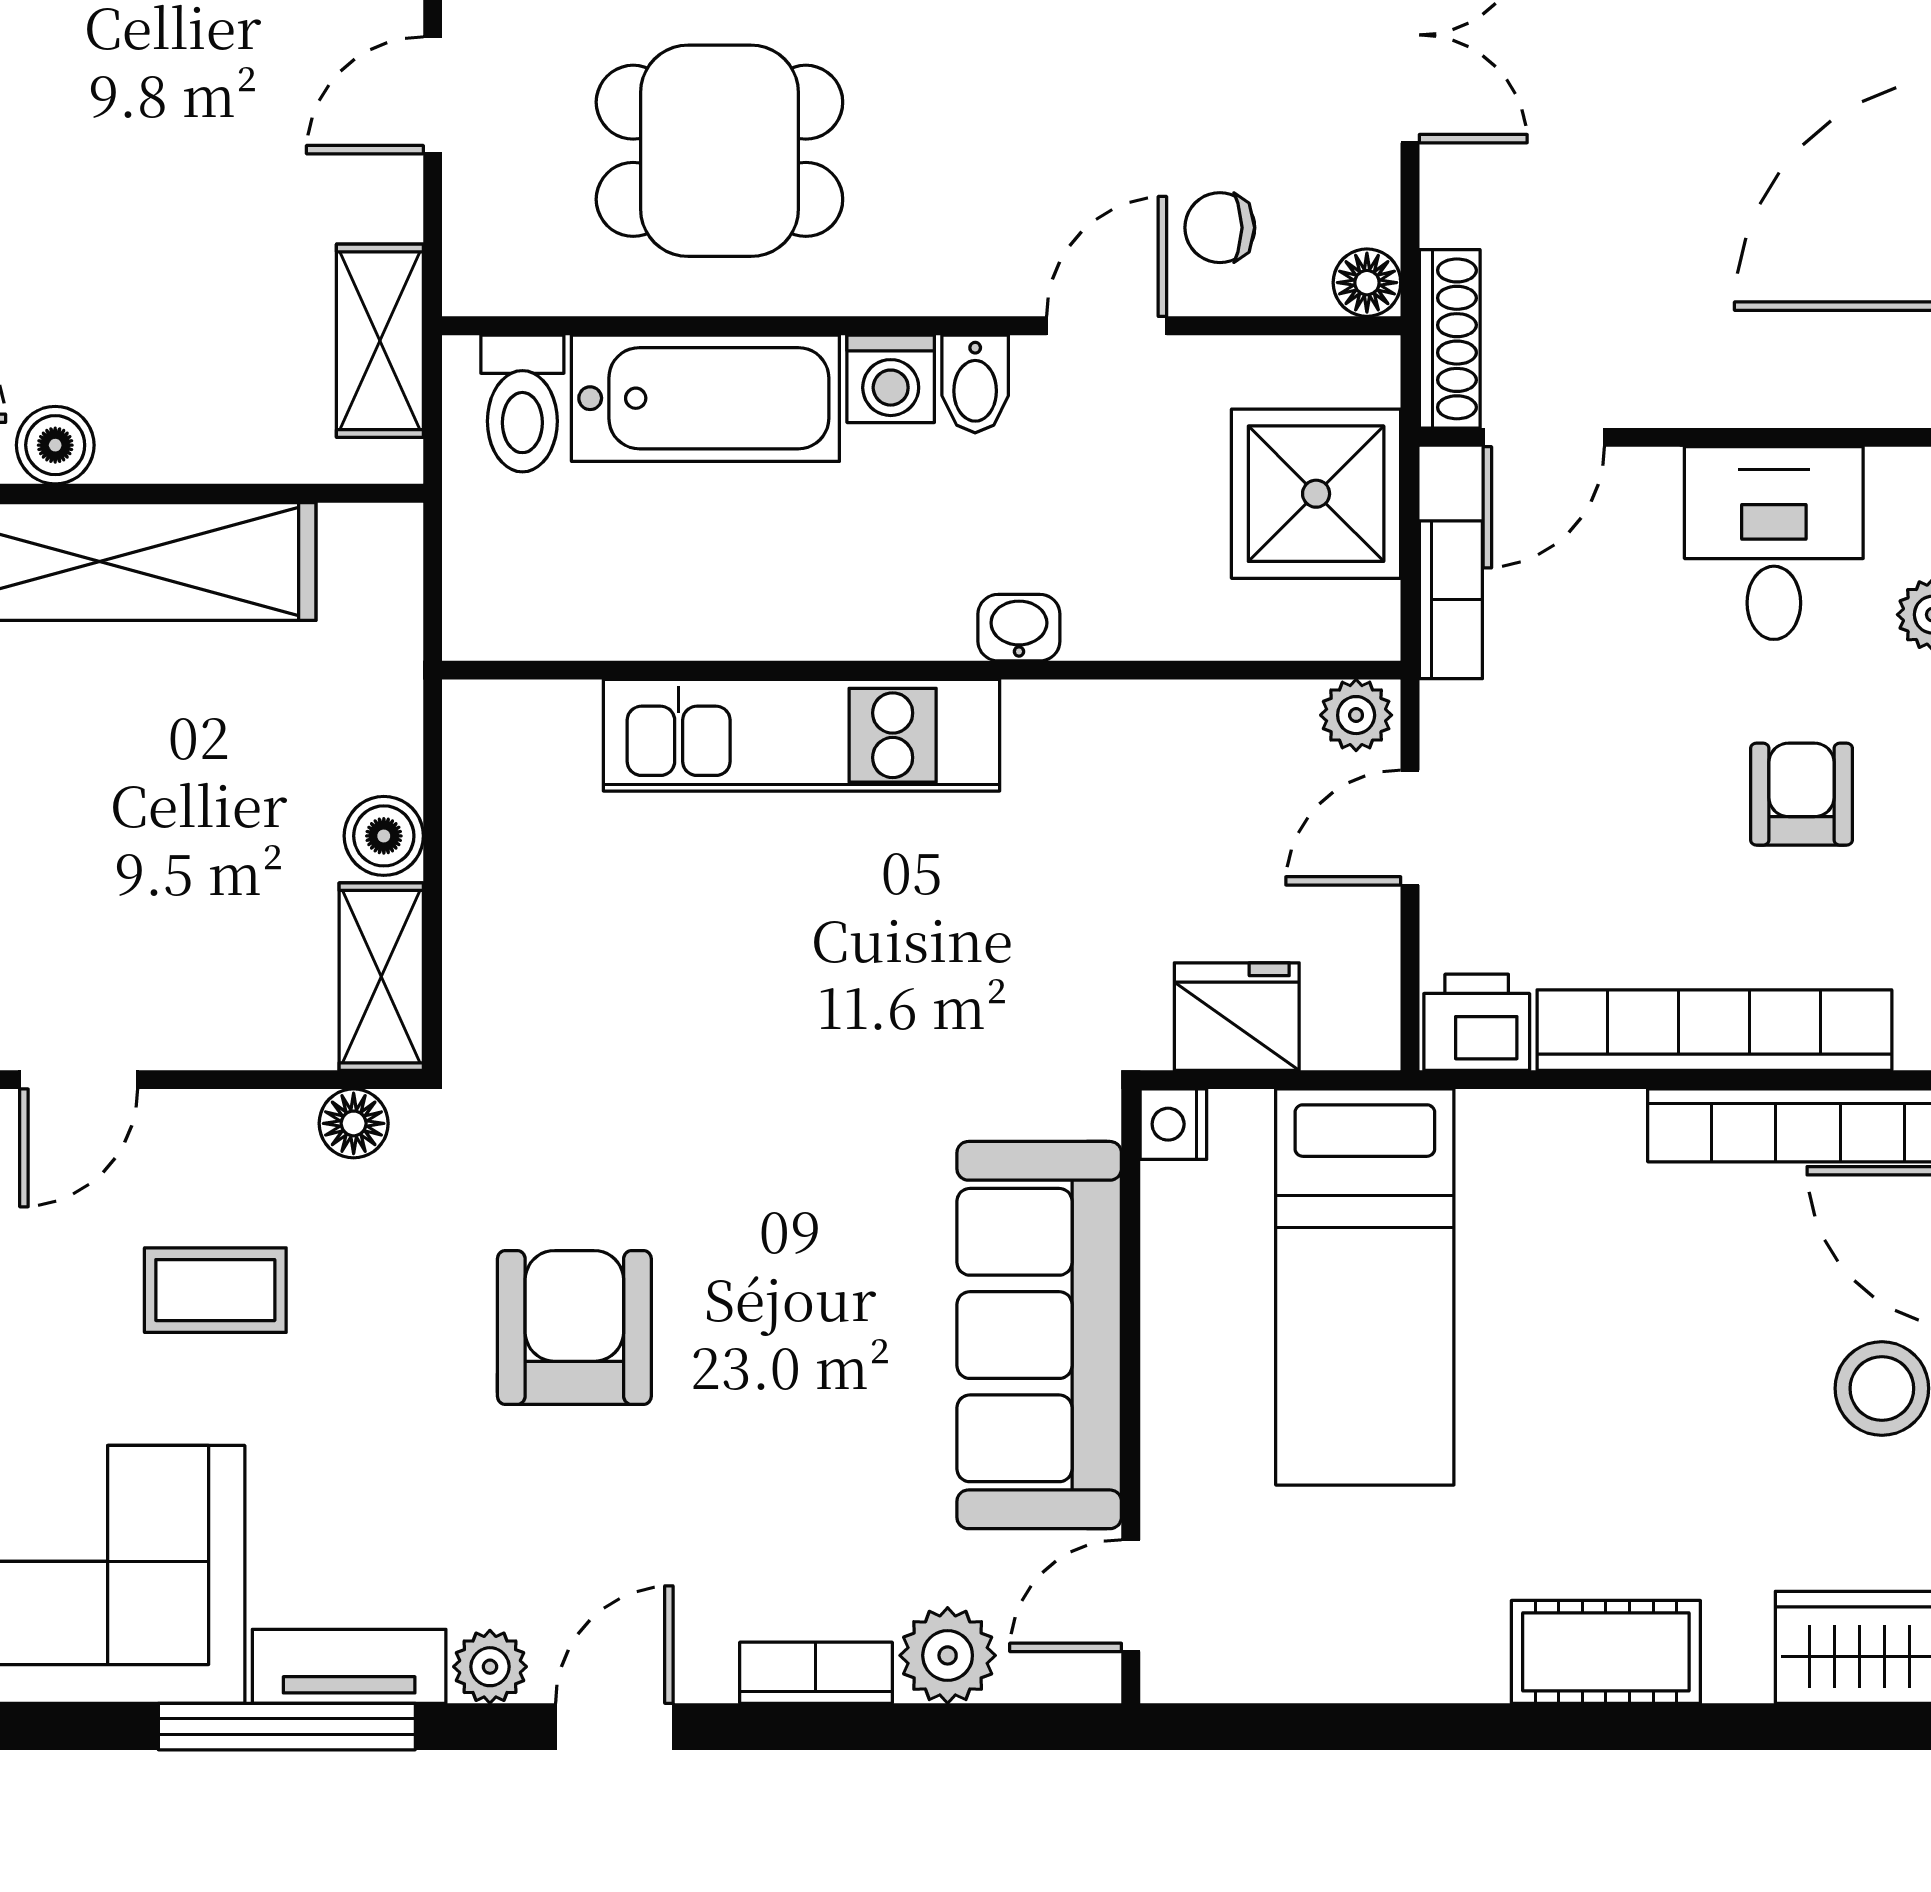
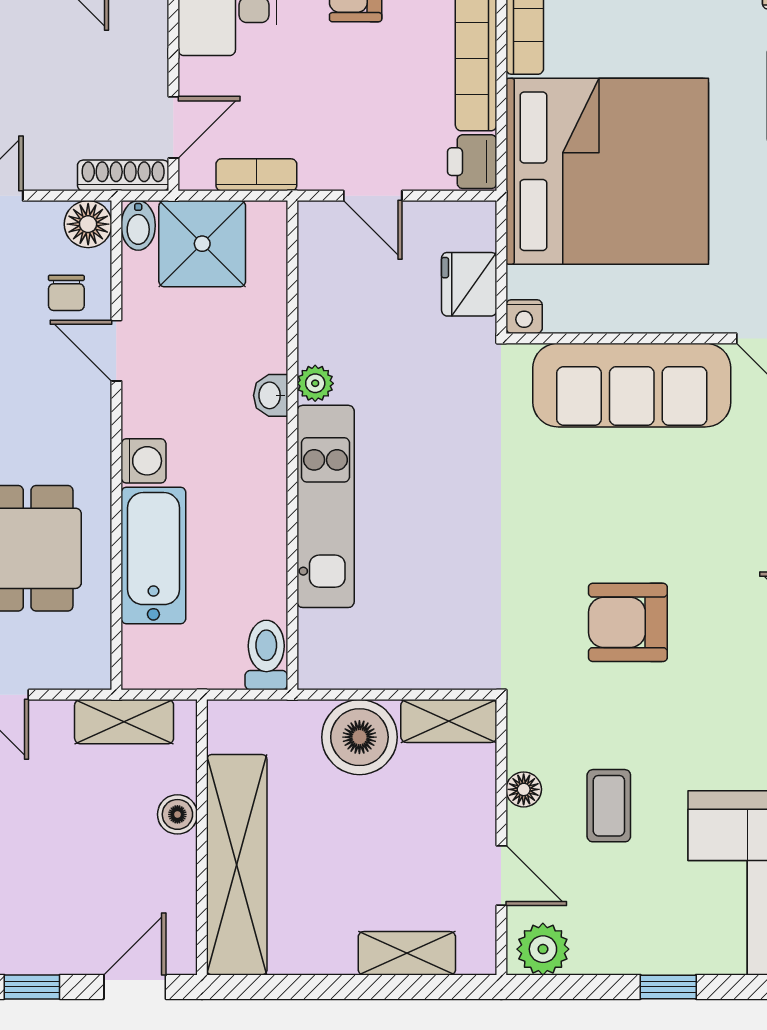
floor lamp: (1367, 283) -> (88, 224), width x1.37, depth x1.37
bidet: (975, 384) -> (138, 225), moved, turned 90
toilet: (522, 403) -> (266, 655), moved, turned -90
door: (1544, 437) -> (173, 127), hinge flipped
boiler: (55, 445) -> (177, 814), moved
plant: (1356, 715) -> (315, 383), moved
boiler: (384, 836) -> (359, 737), width x1.86, depth x1.86
floor lamp: (354, 1123) -> (524, 789), moved
bed: (1365, 1287) -> (607, 171), width x2.04

